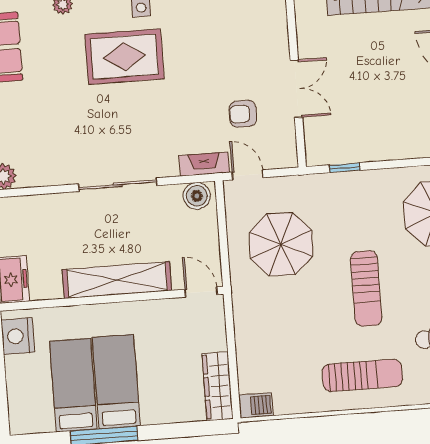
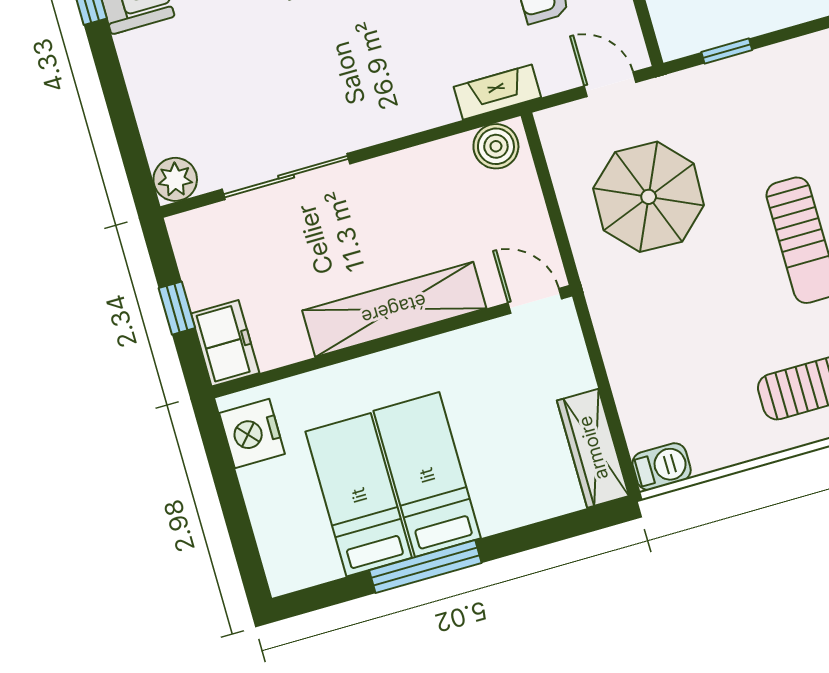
door: (248, 175) -> (610, 84), moved
sliding door: (118, 185) -> (286, 177), moved

